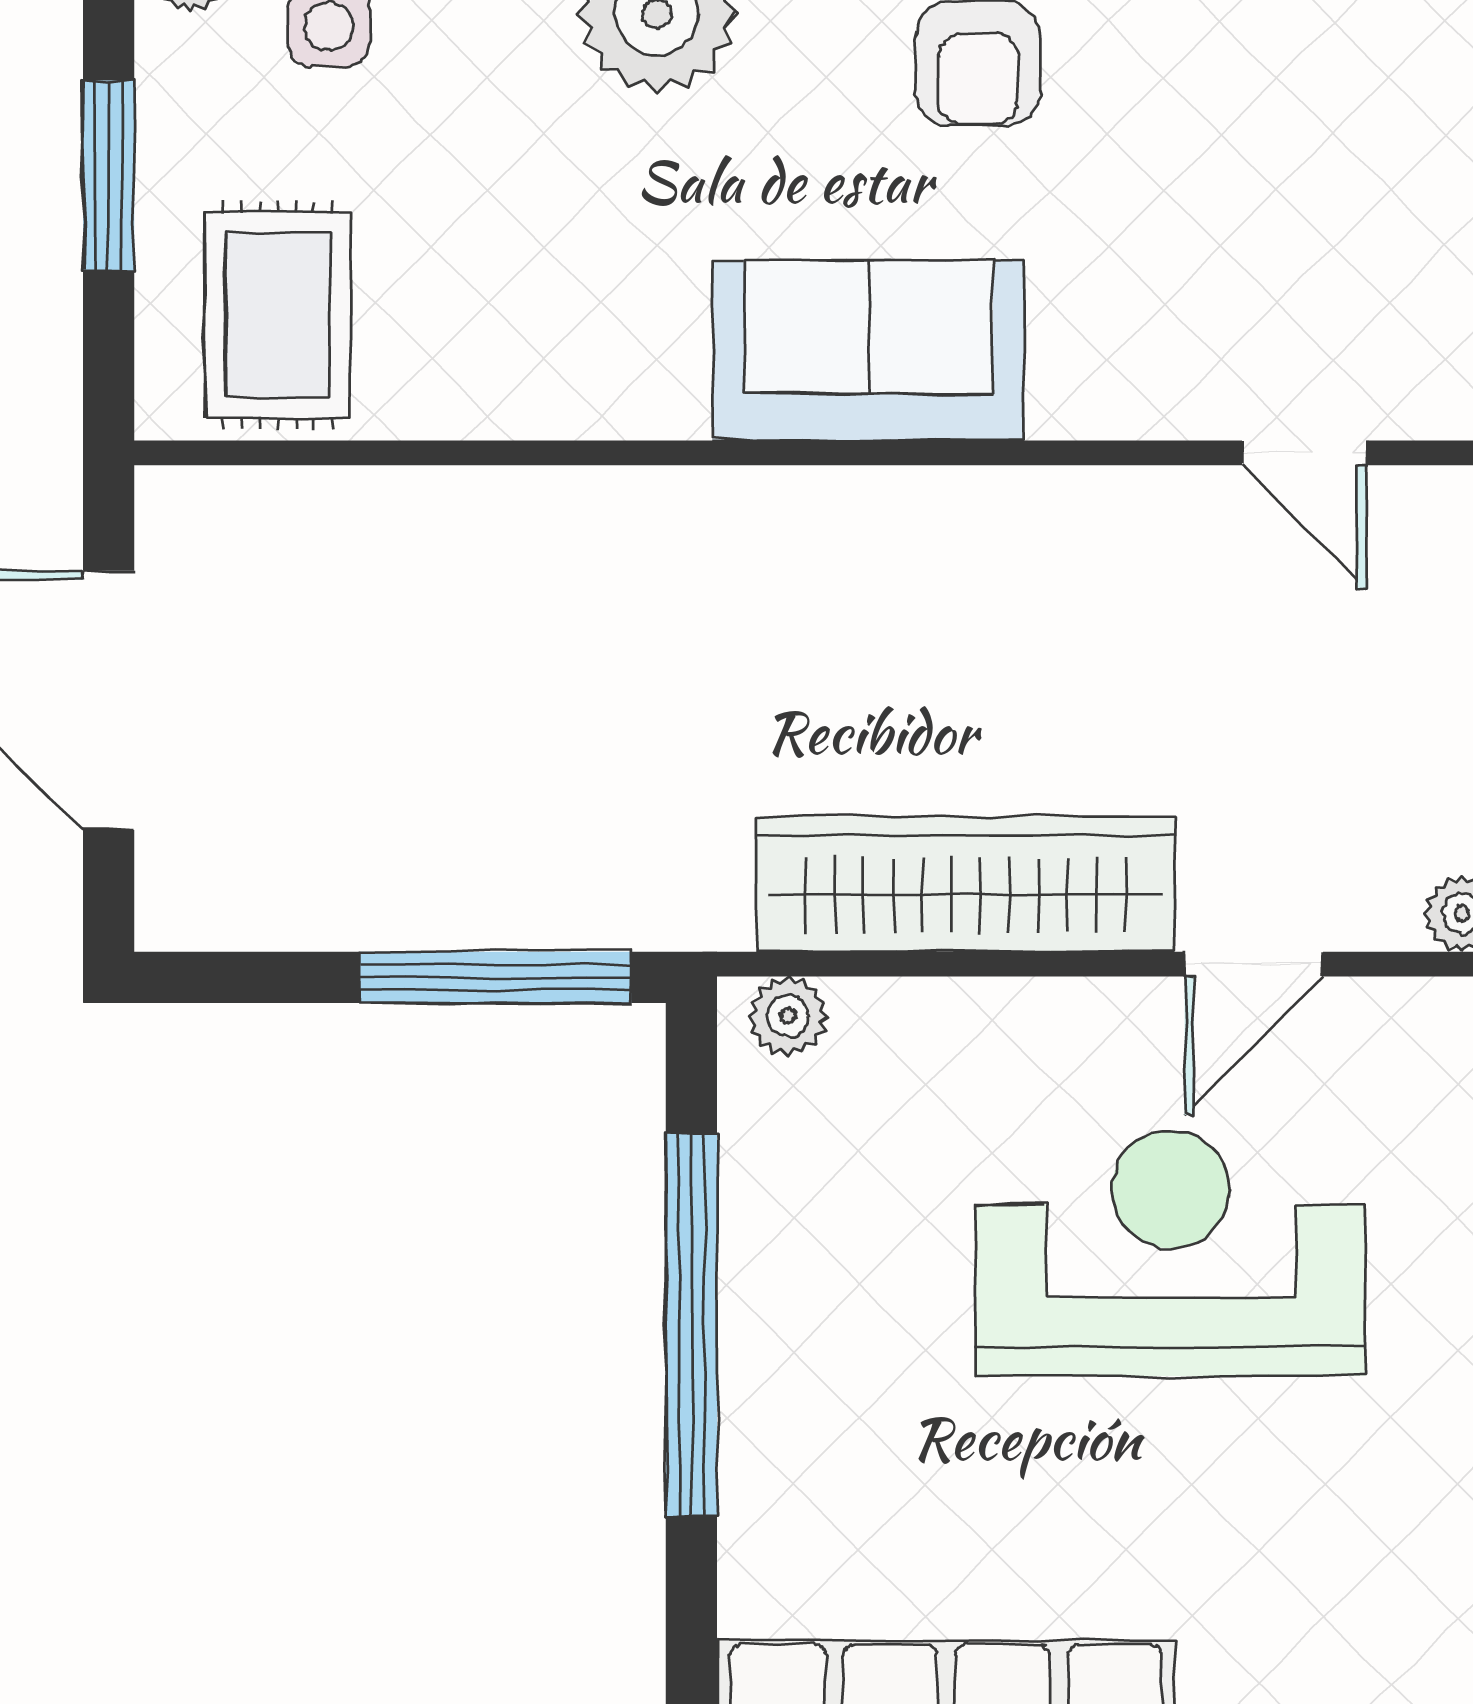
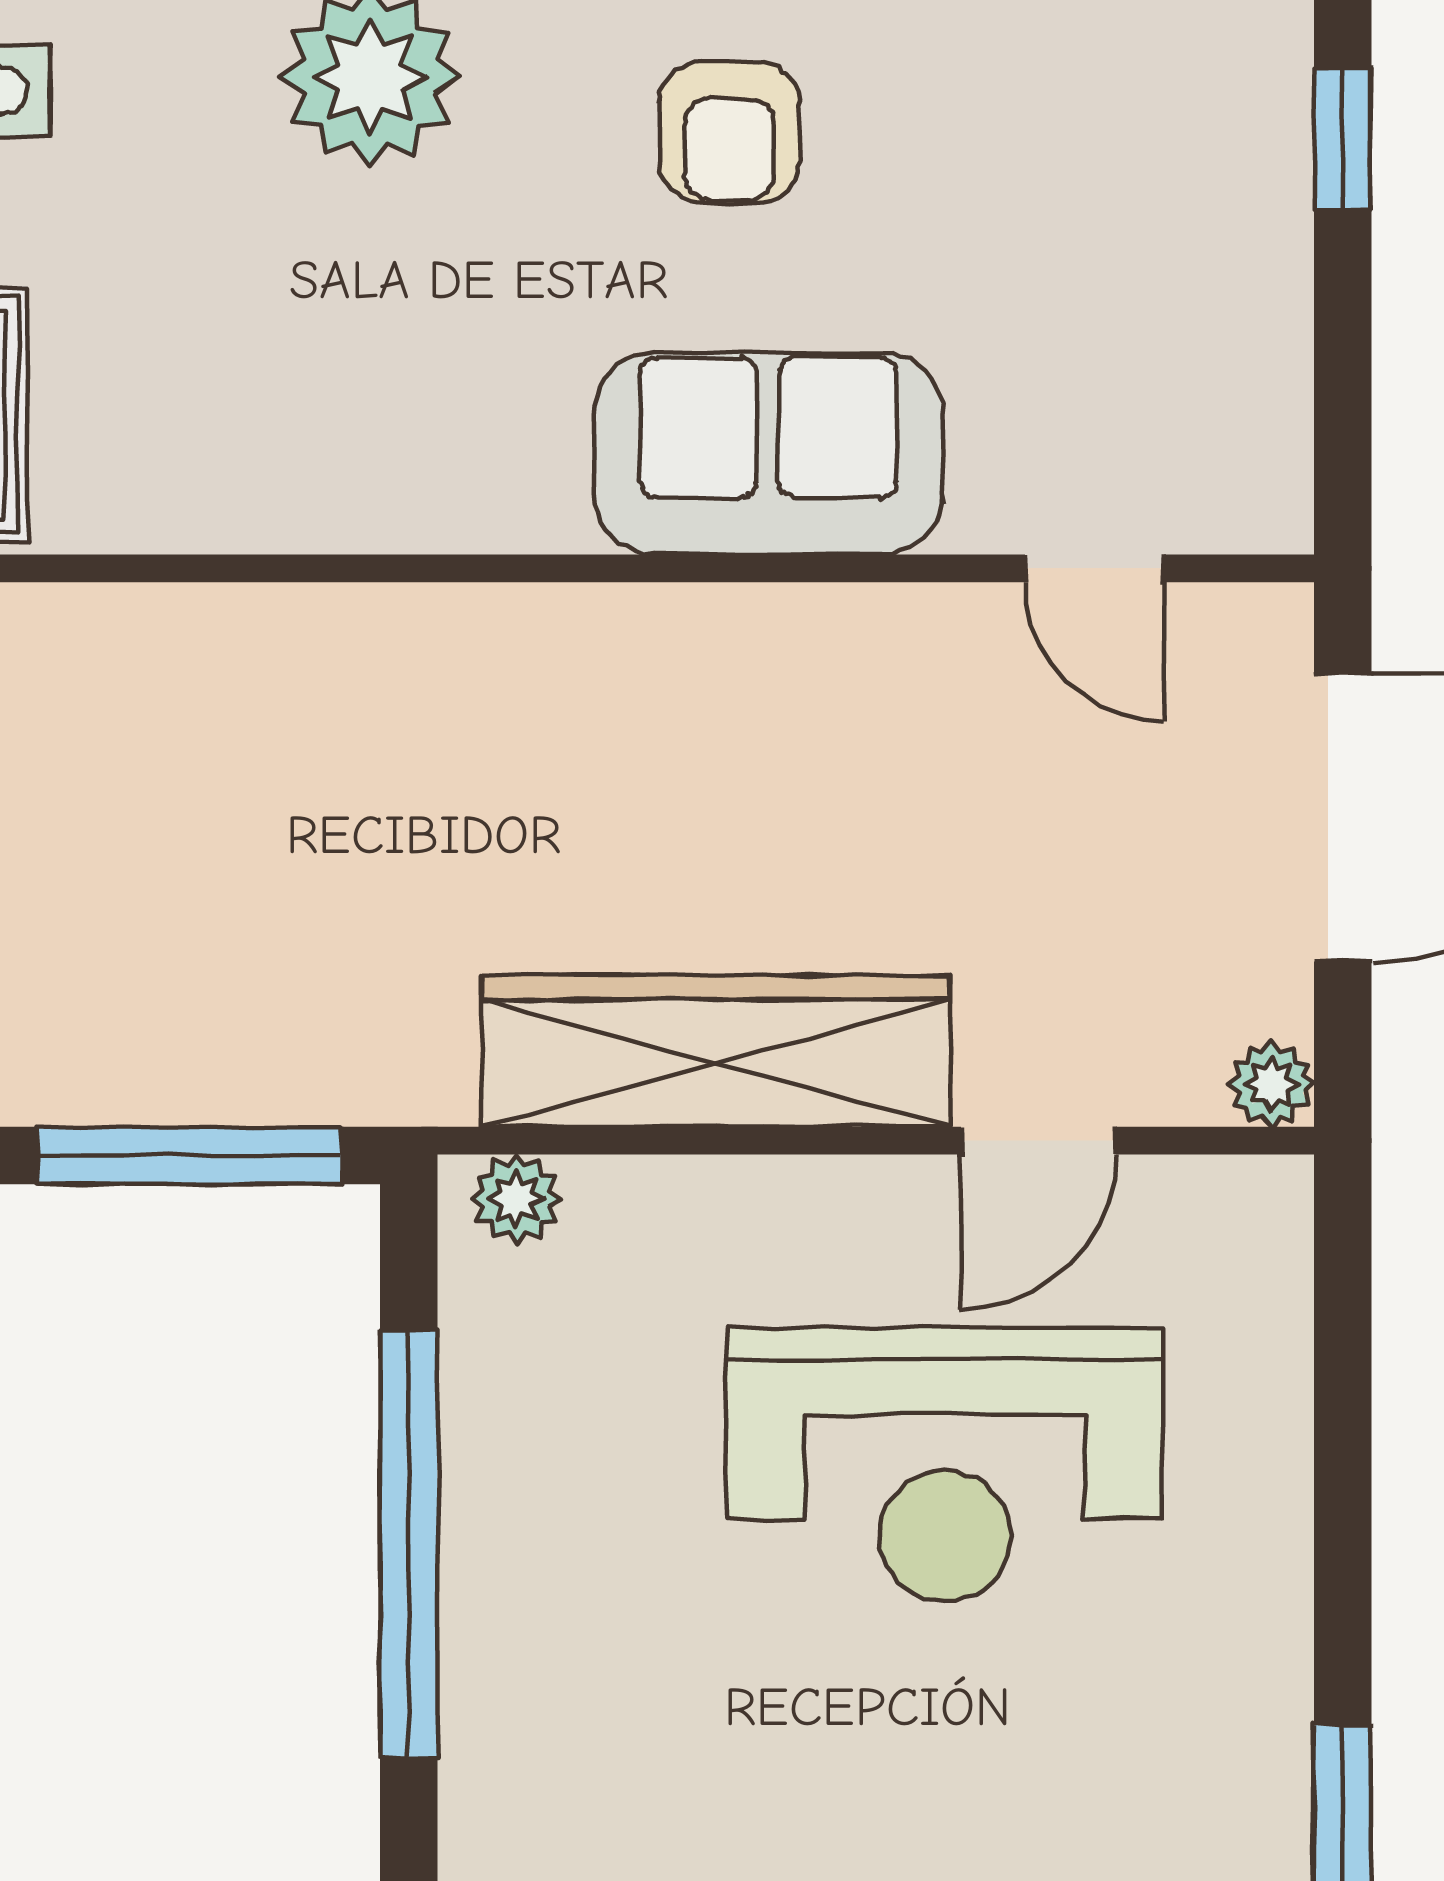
sofa: (868, 351) -> (768, 454), moved
reception desk: (1171, 1253) -> (945, 1464), turned 180

